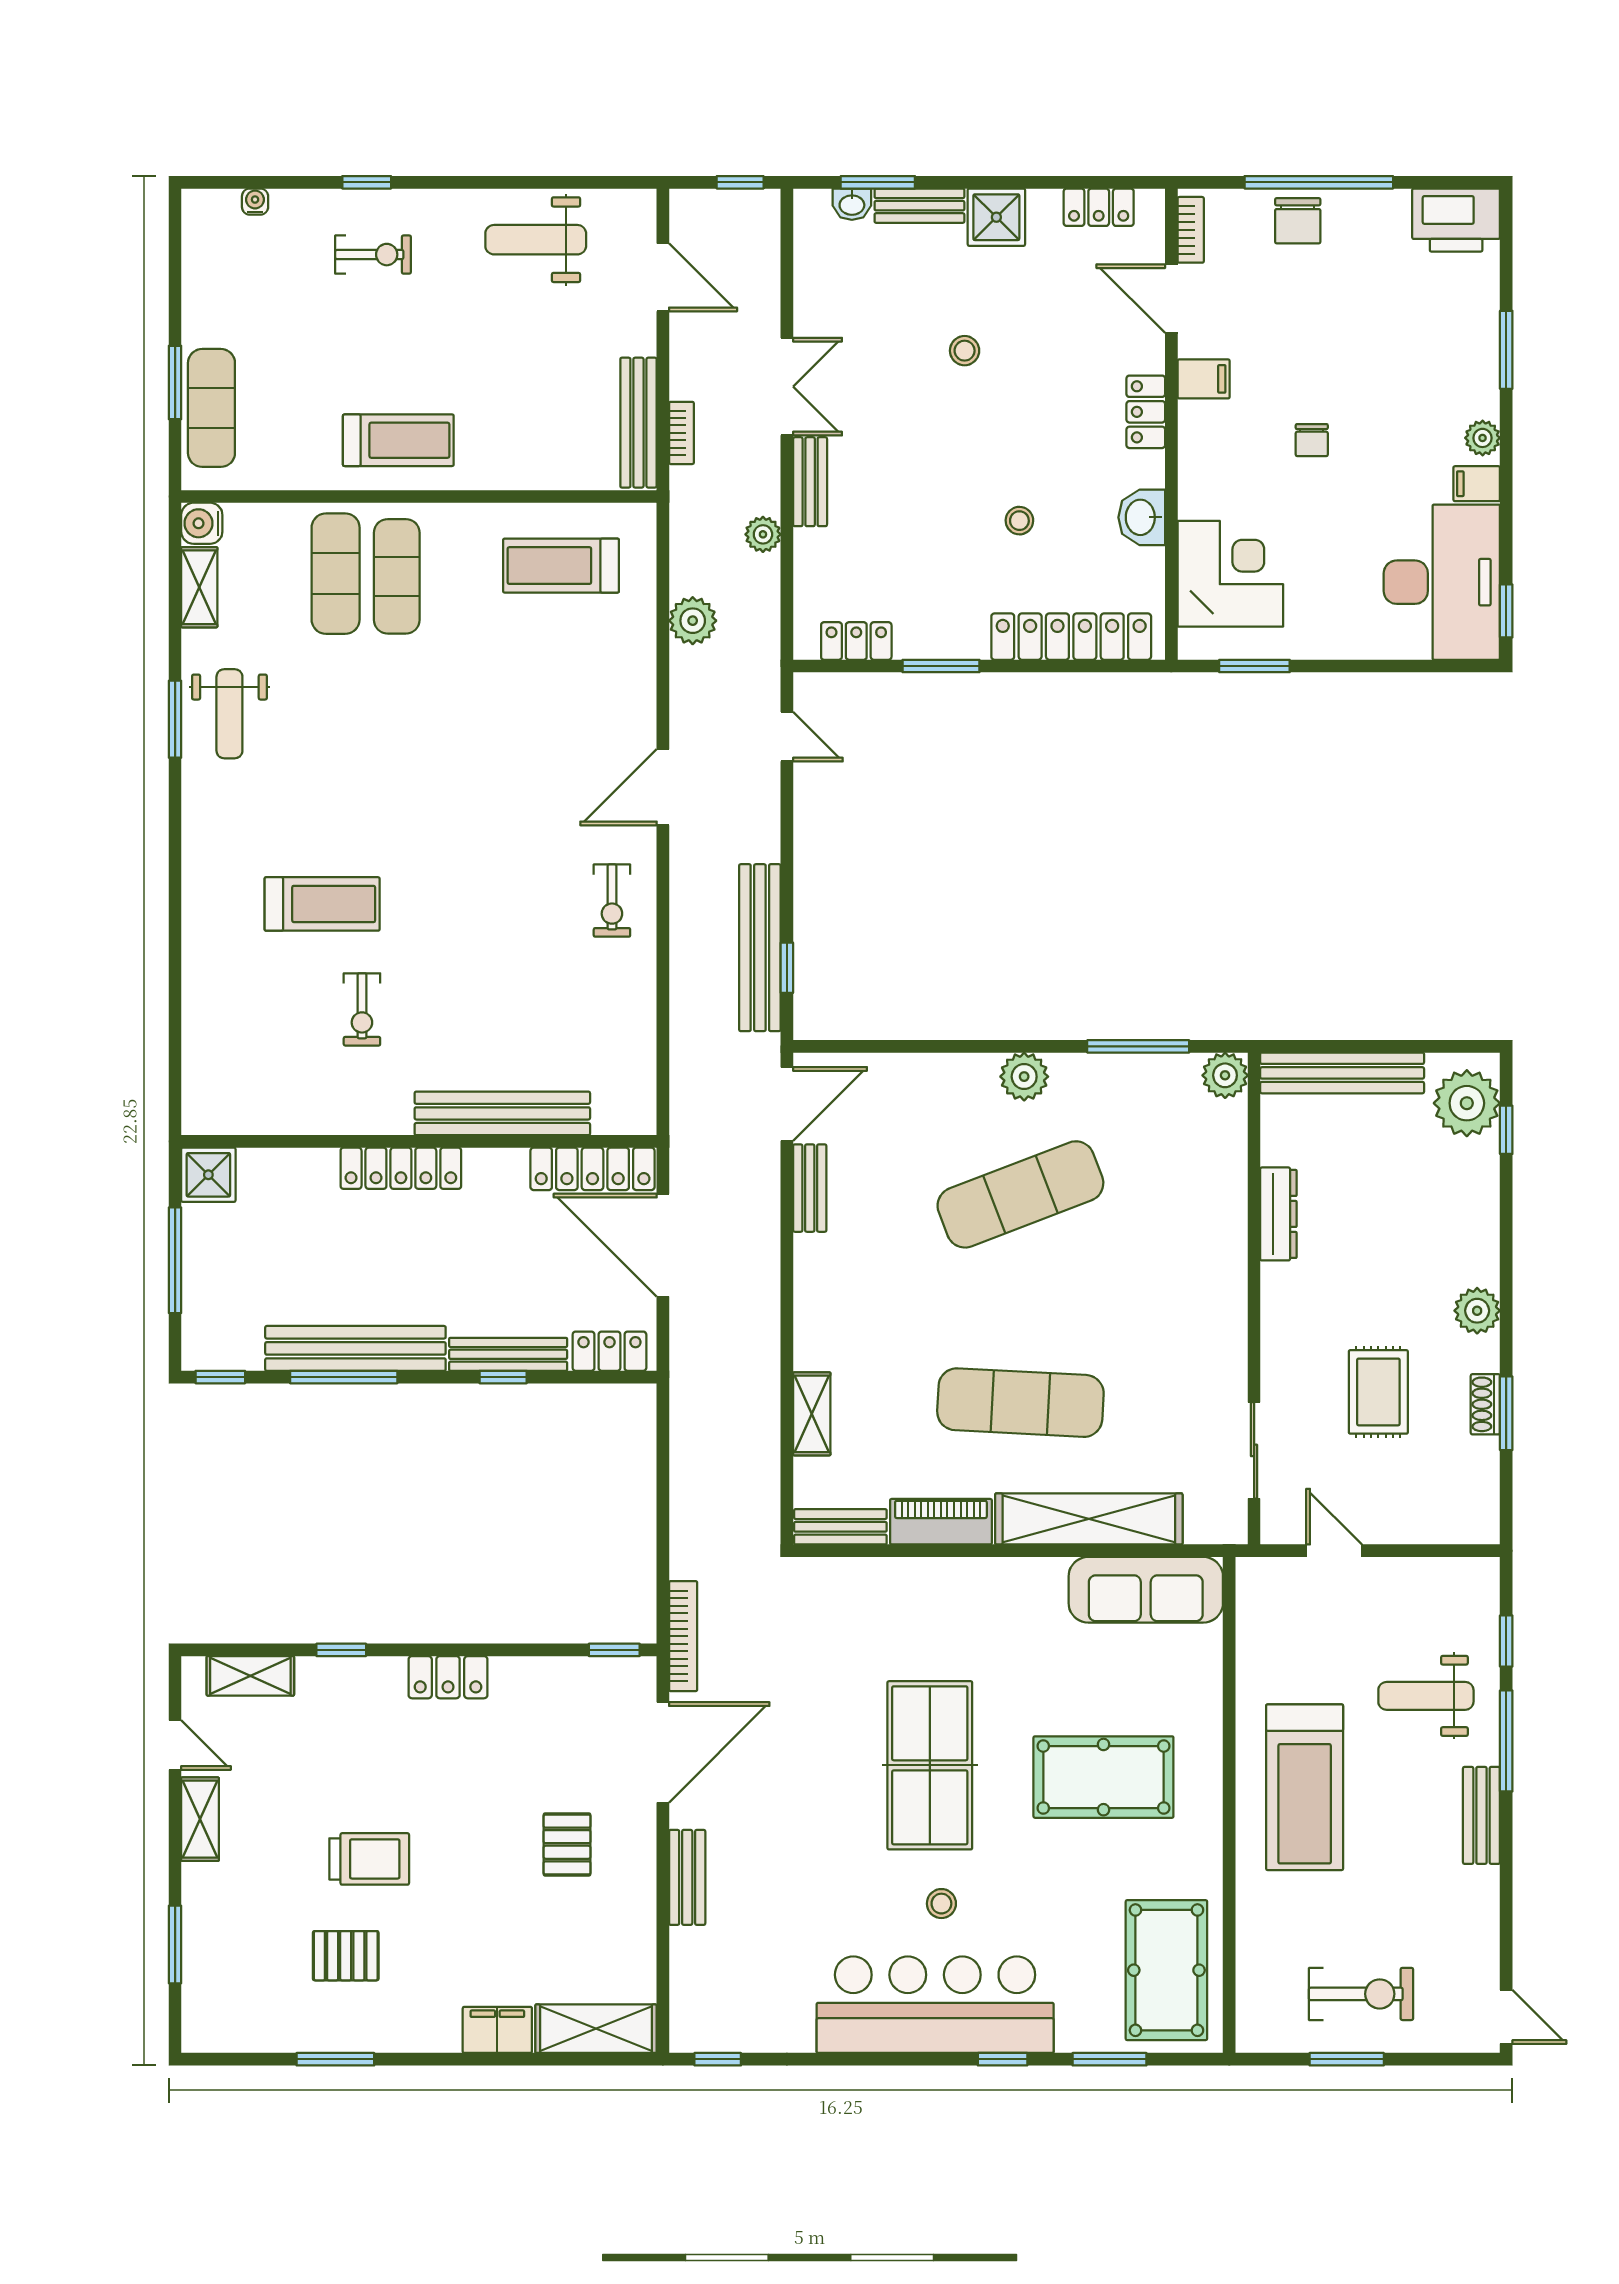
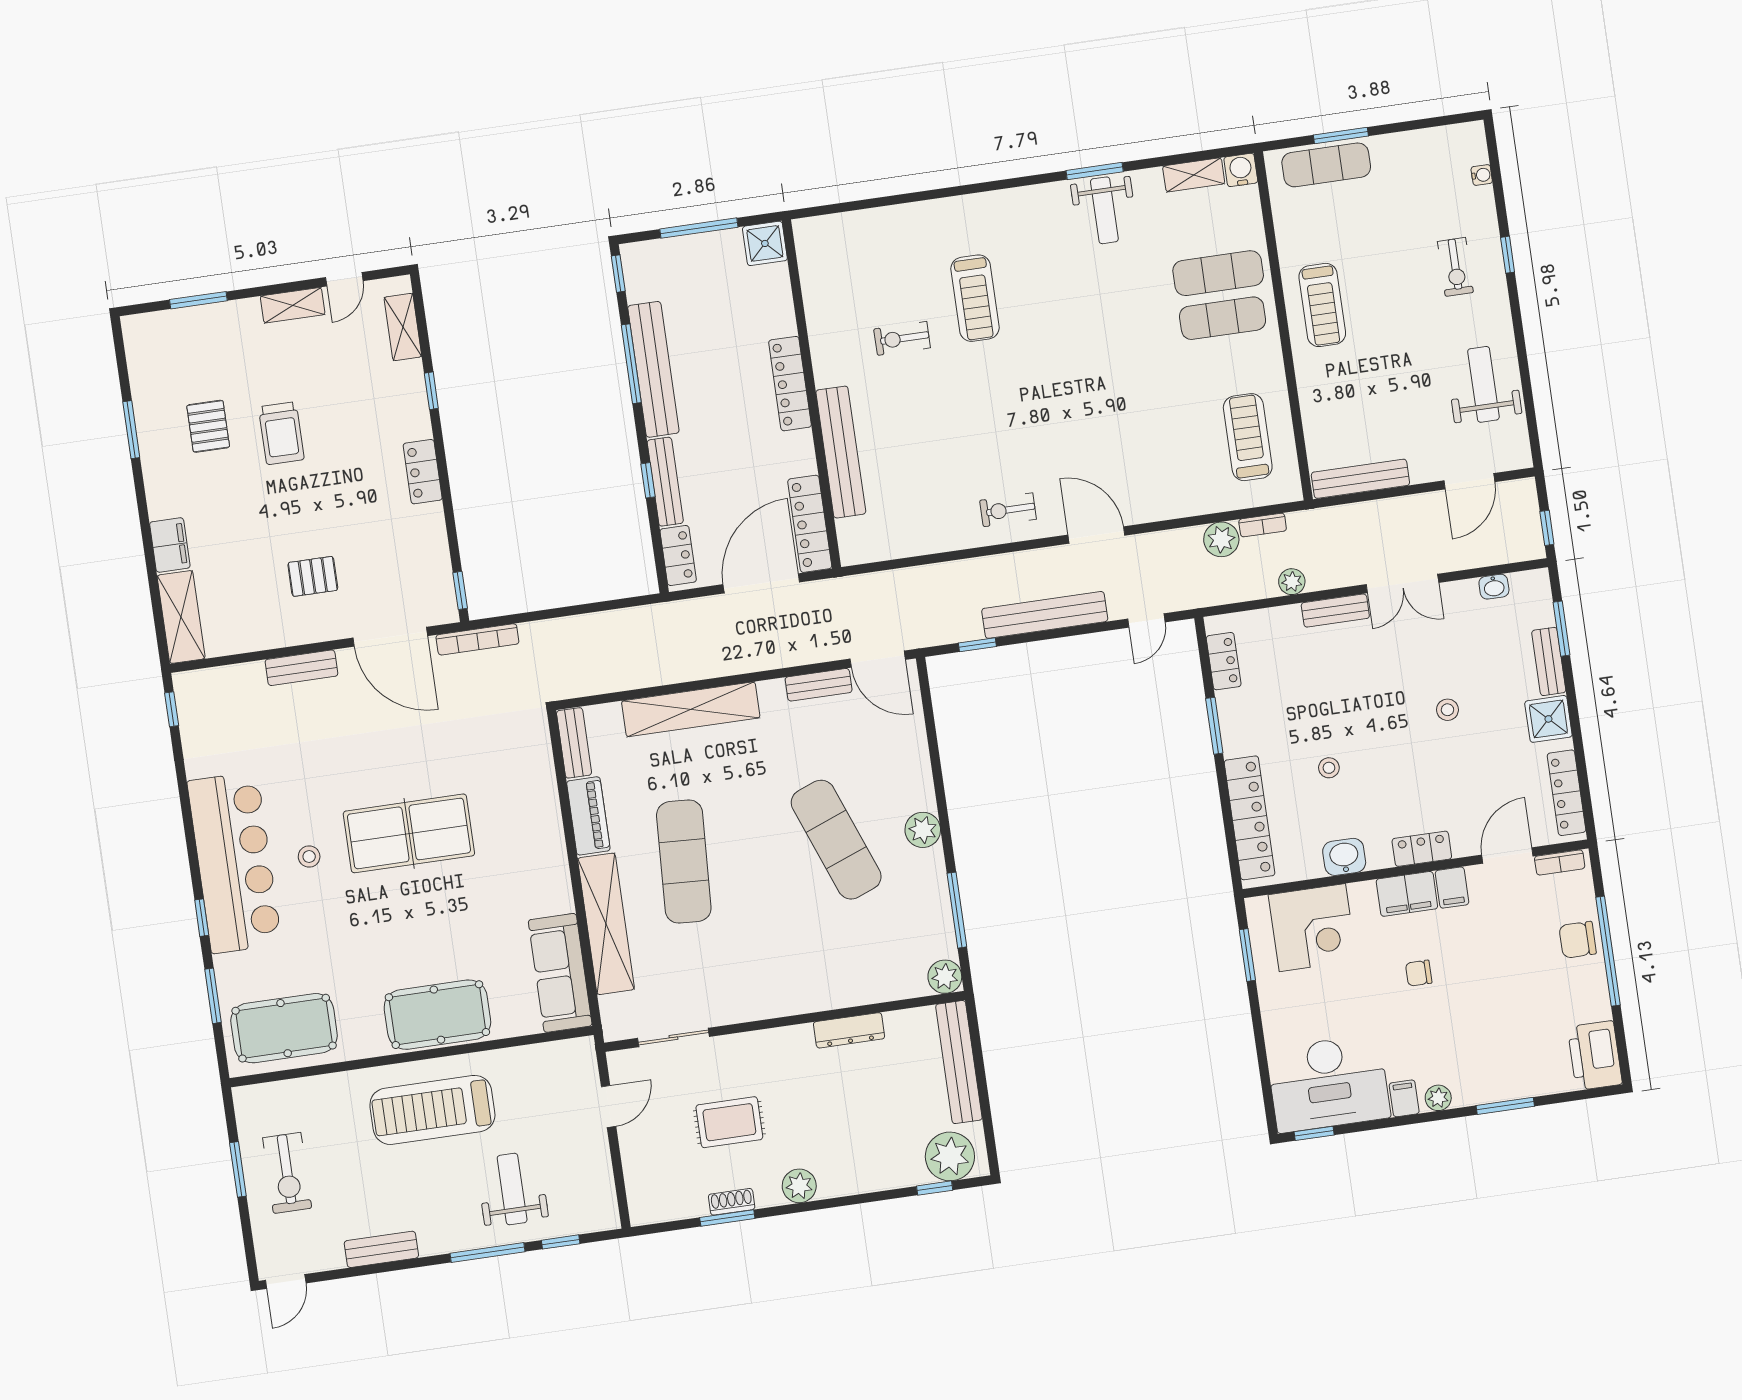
washbasin: (852, 204) -> (1494, 587), moved, turned -90
locker: (1099, 207) -> (1567, 793), width x1.53
bookcase: (681, 433) -> (1263, 525), moved
filing cabinet: (1203, 440) -> (1407, 894), added
weight bench: (229, 714) -> (1104, 210), turned -90
bench: (760, 948) -> (1045, 615), moved
shelving: (812, 1414) -> (691, 709), width x2.20, depth x1.33
pool table: (1103, 1777) -> (437, 1015), moved, turned 90
bench: (1481, 1815) -> (381, 1249), moved

